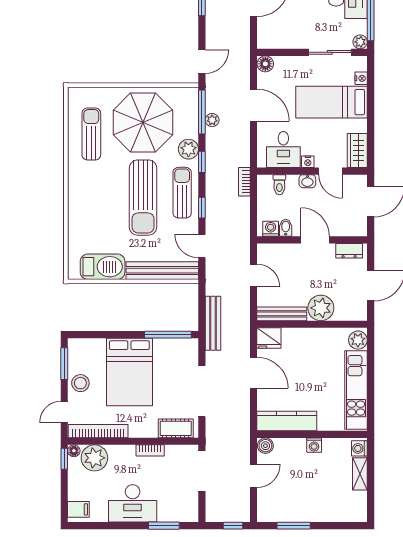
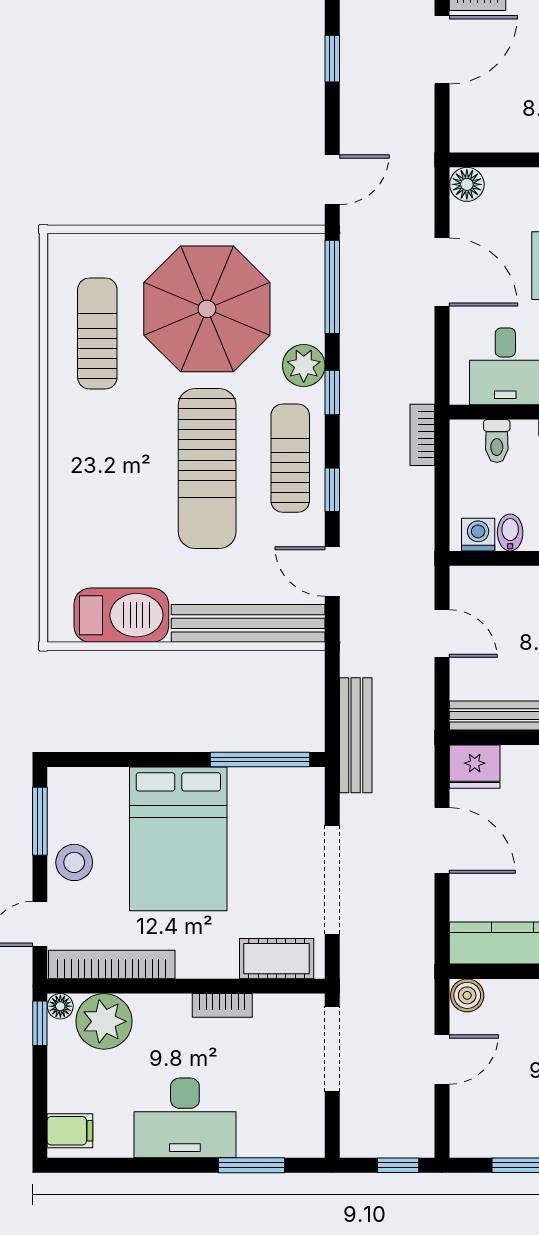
plant: (212, 120) -> (354, 304), removed

